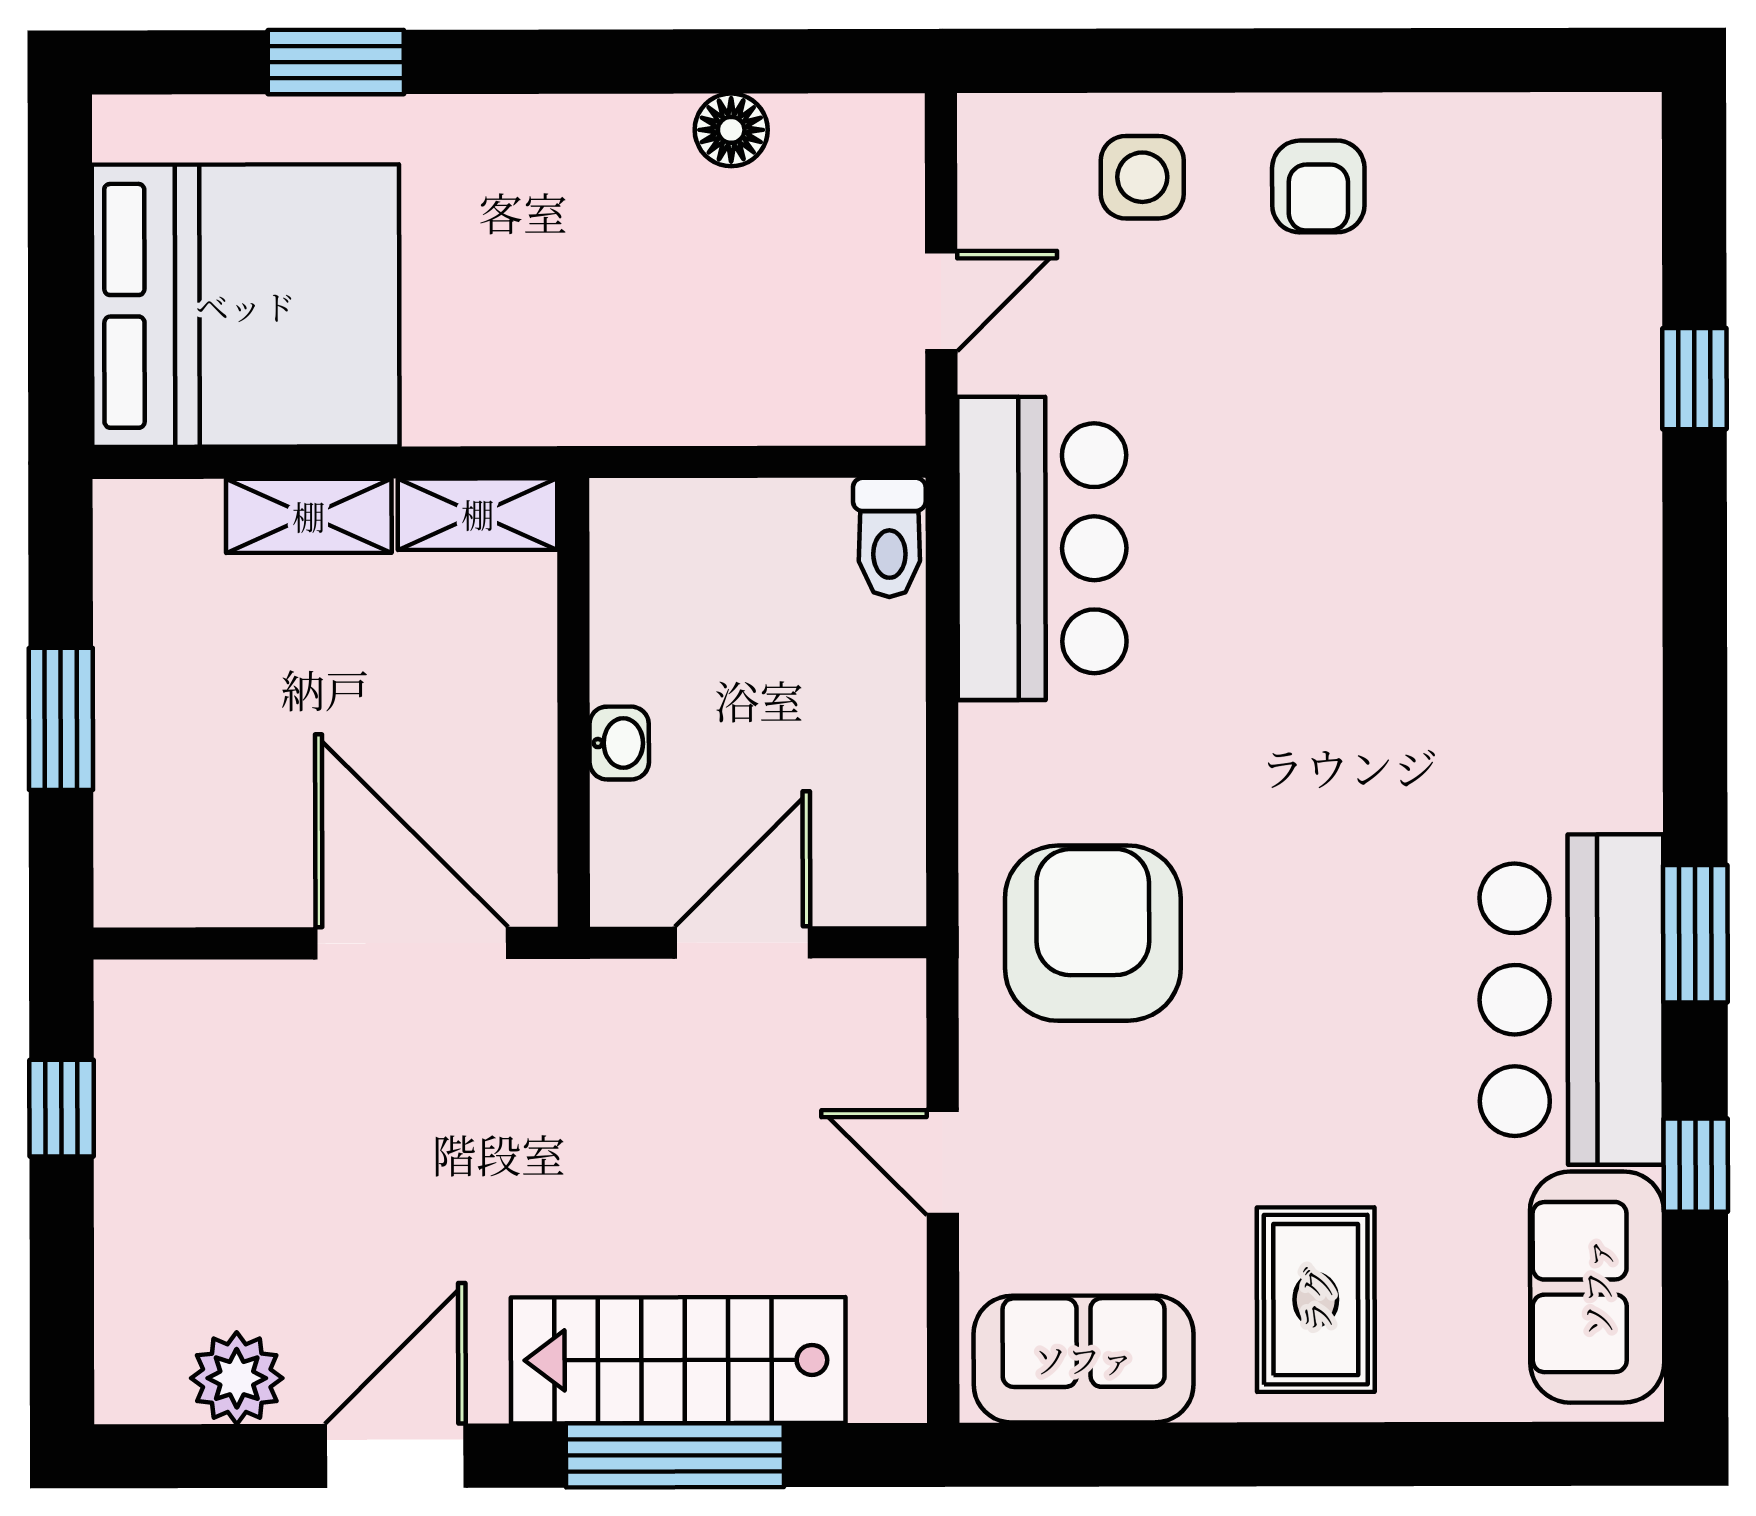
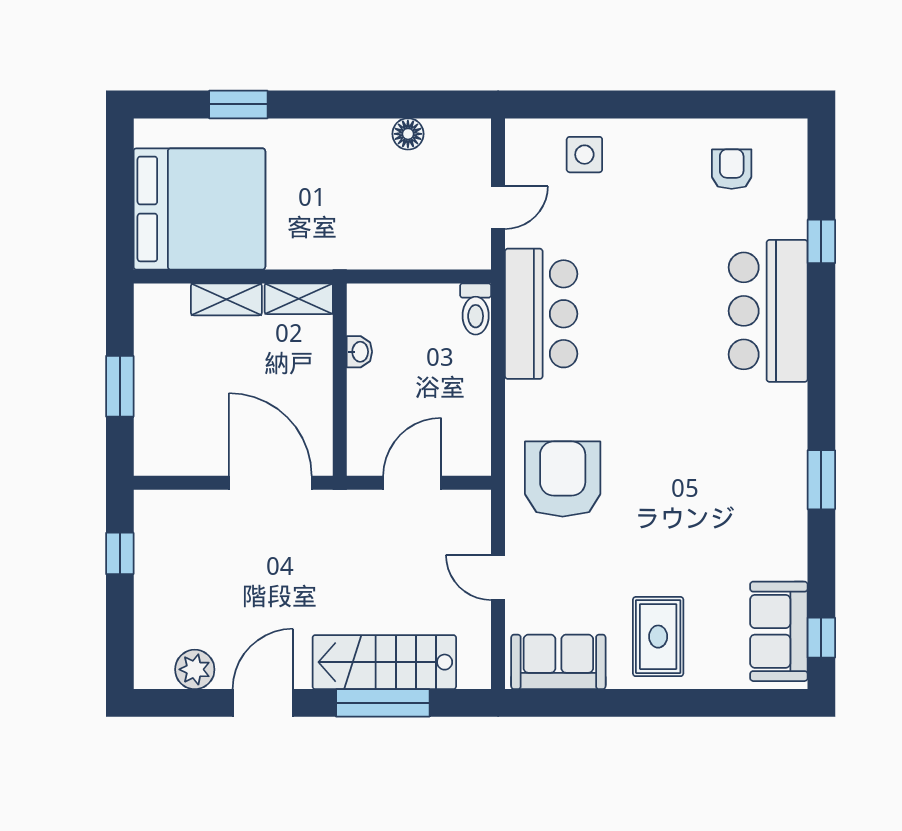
armchair: (1318, 186) -> (732, 169), moved, turned 180
washbasin: (619, 743) -> (359, 352), moved
bar counter: (1572, 1000) -> (768, 311), moved
window: (1696, 1165) -> (821, 638), moved

